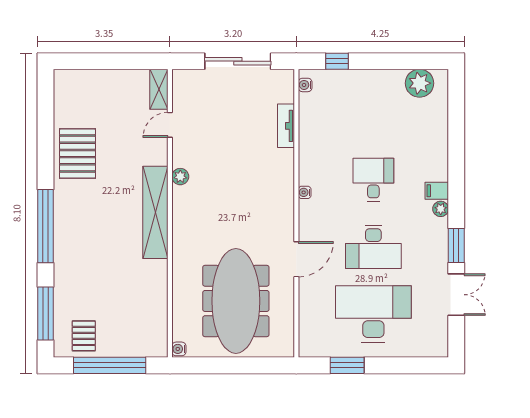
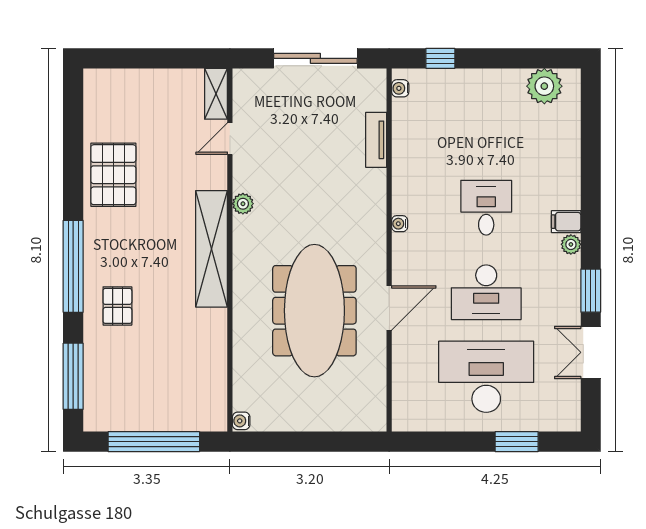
double door: (456, 295) -> (591, 352), swing flipped
meeting table: (236, 301) -> (314, 311), moved
pallet: (84, 336) -> (117, 306), moved
window: (347, 365) -> (517, 442), moved

